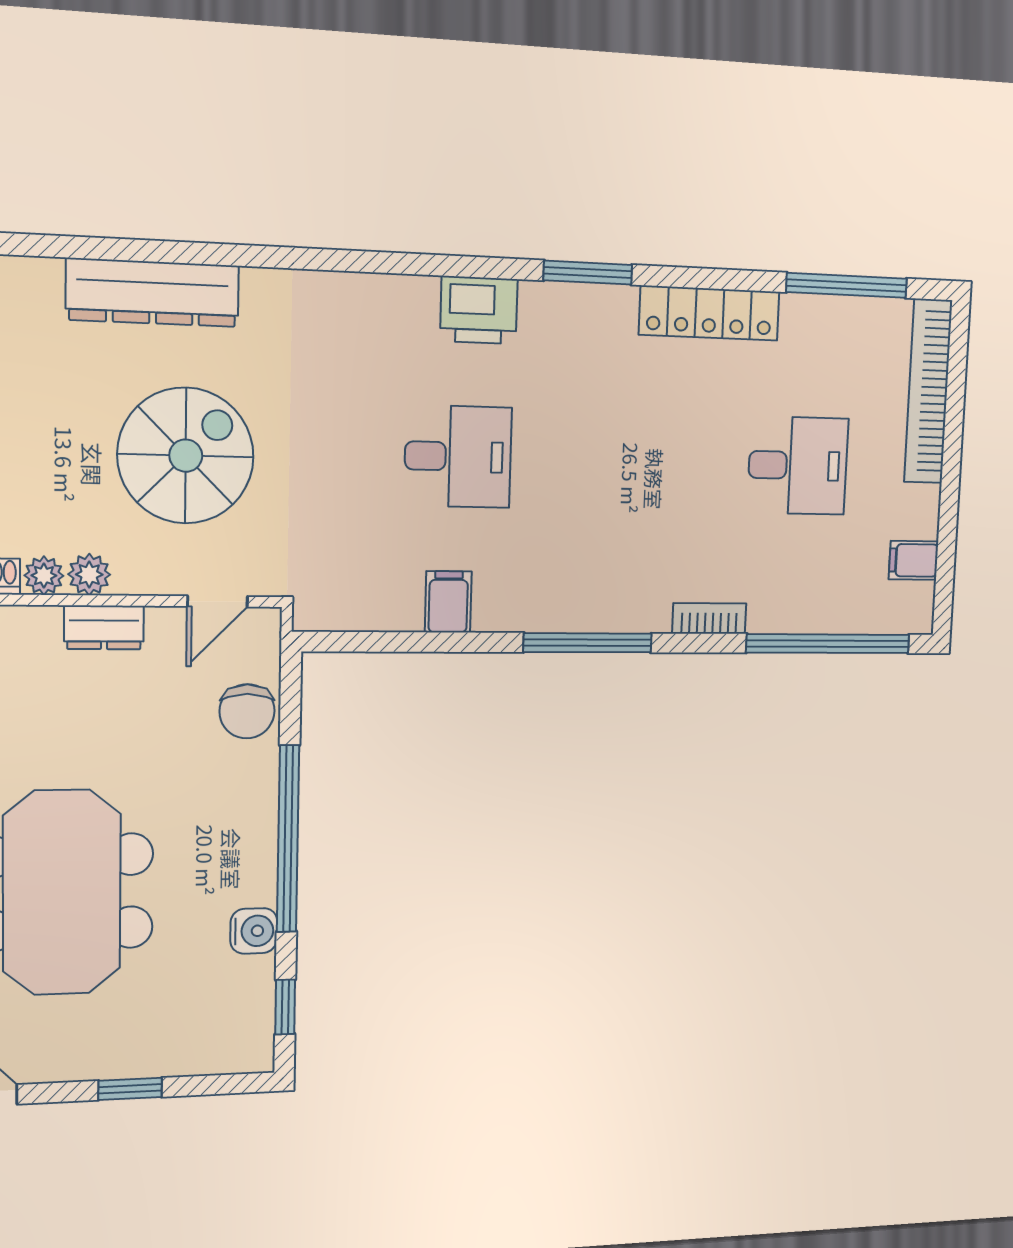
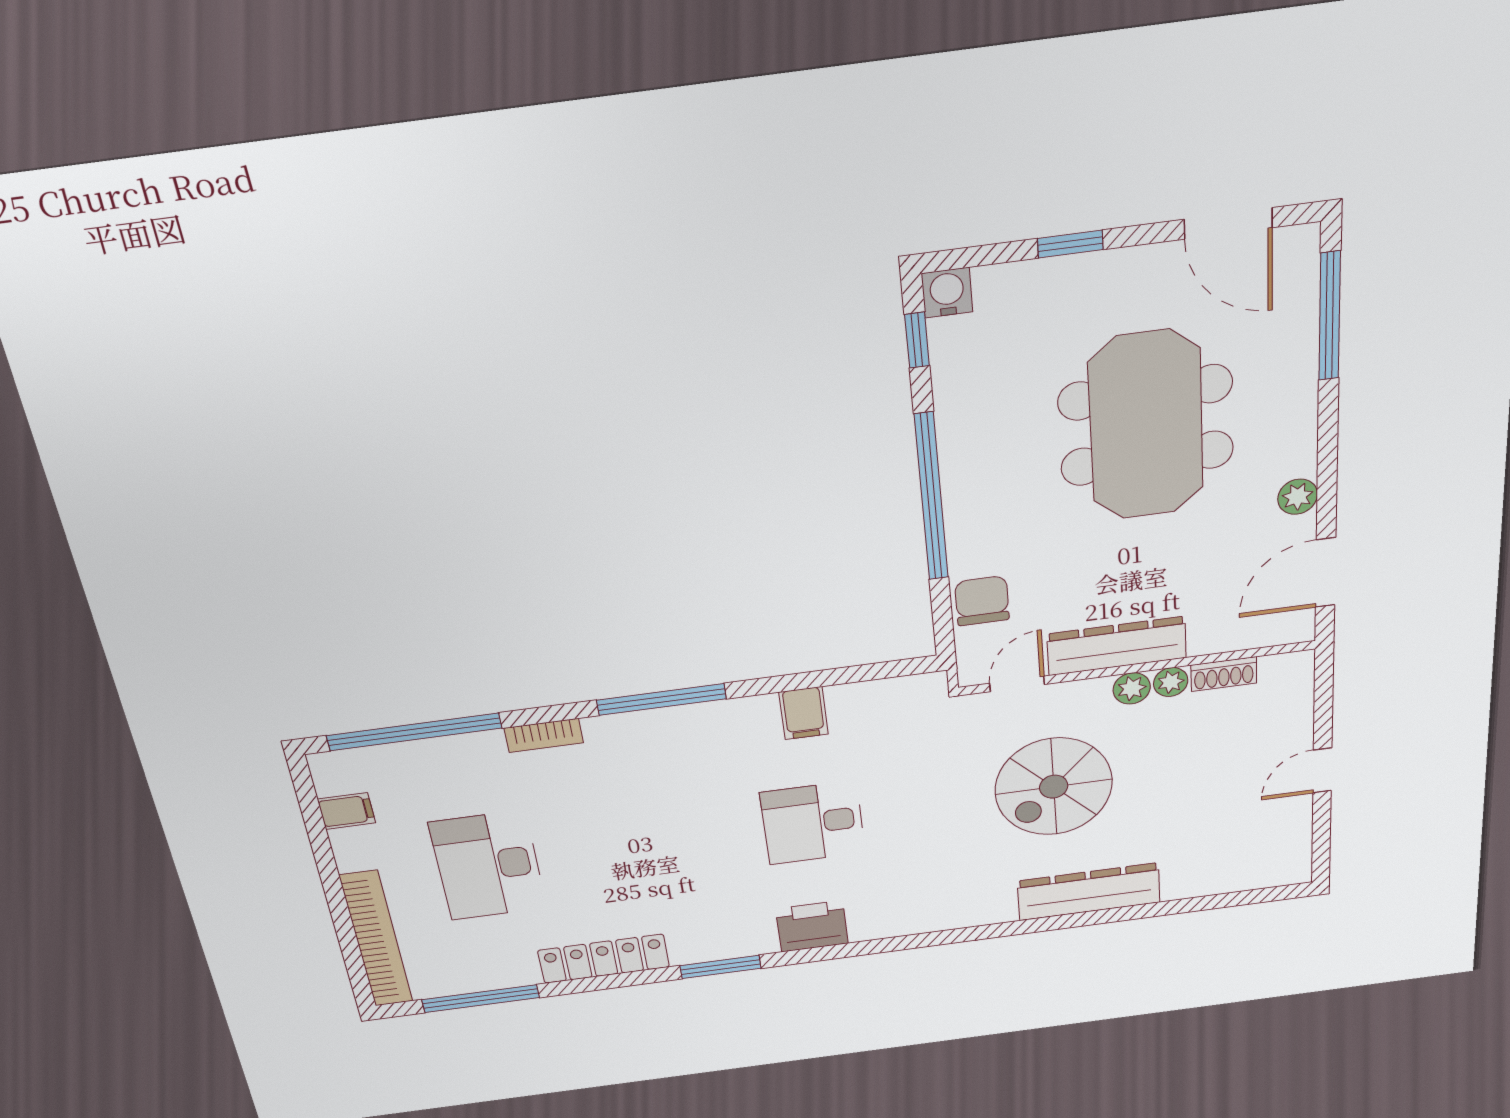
desk: (798, 466) -> (488, 865), width x1.37
dresser: (104, 627) -> (1117, 646), width x1.96, depth x1.24
water cooler: (254, 931) -> (947, 293), moved, turned 90

